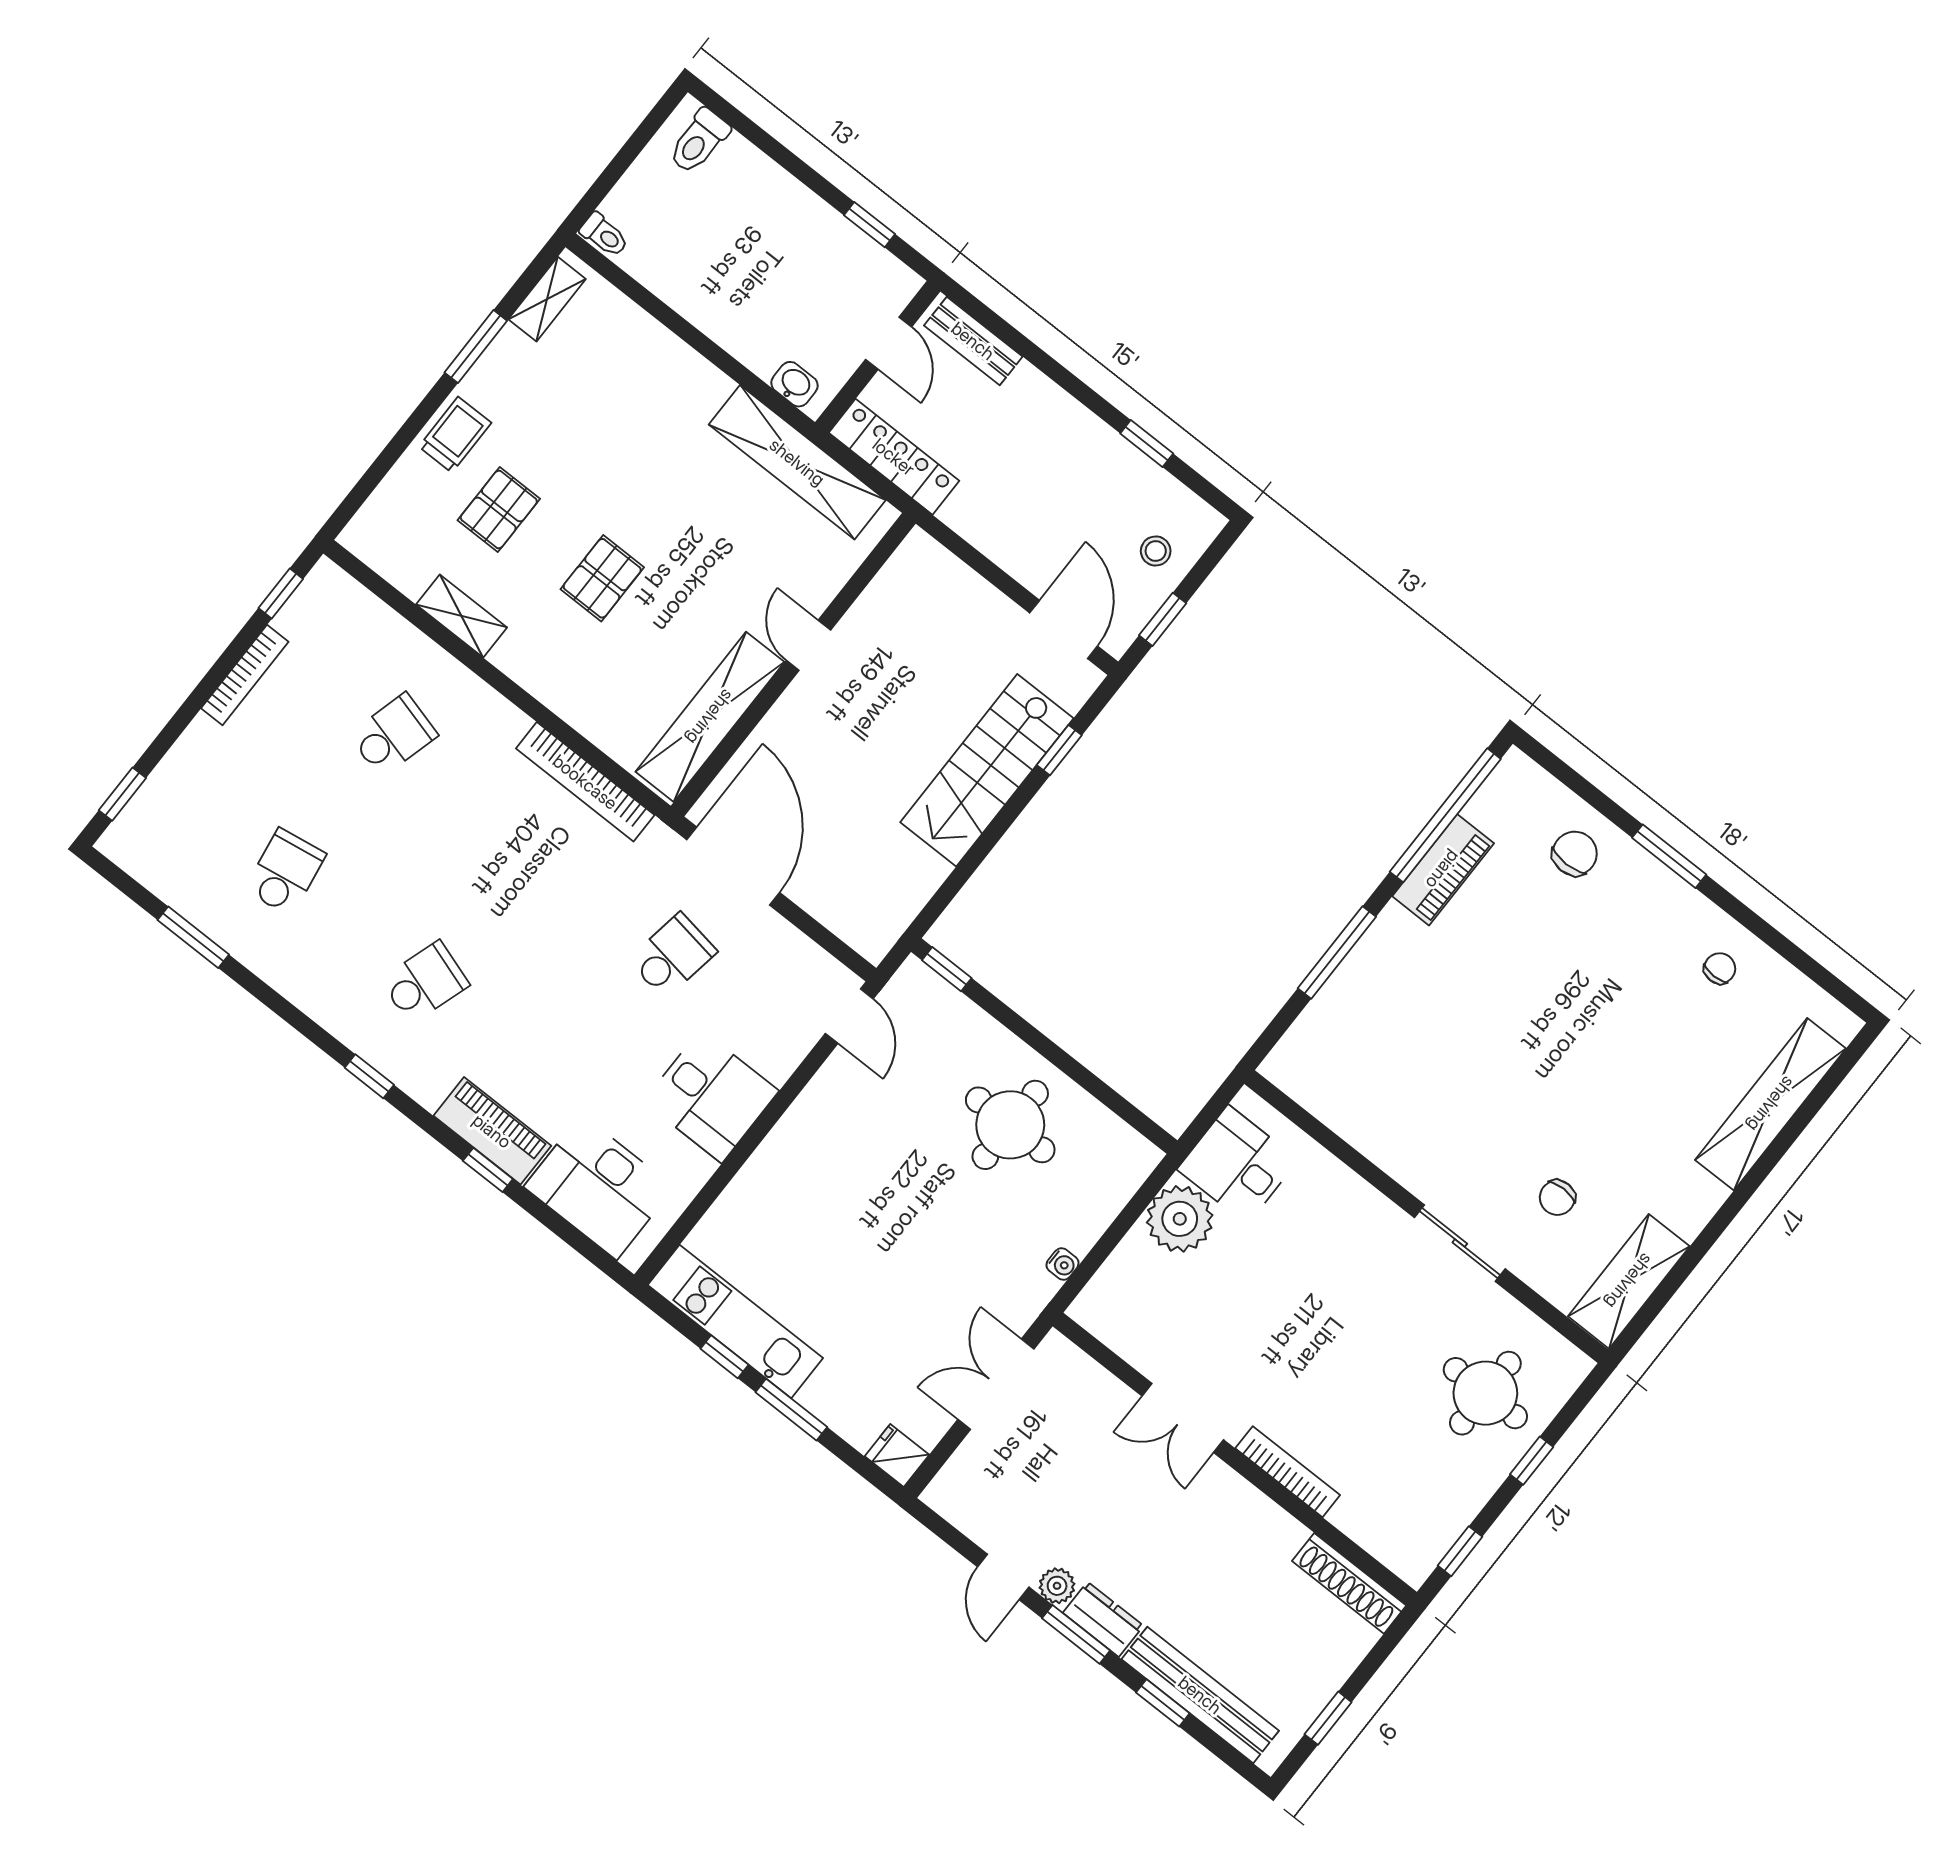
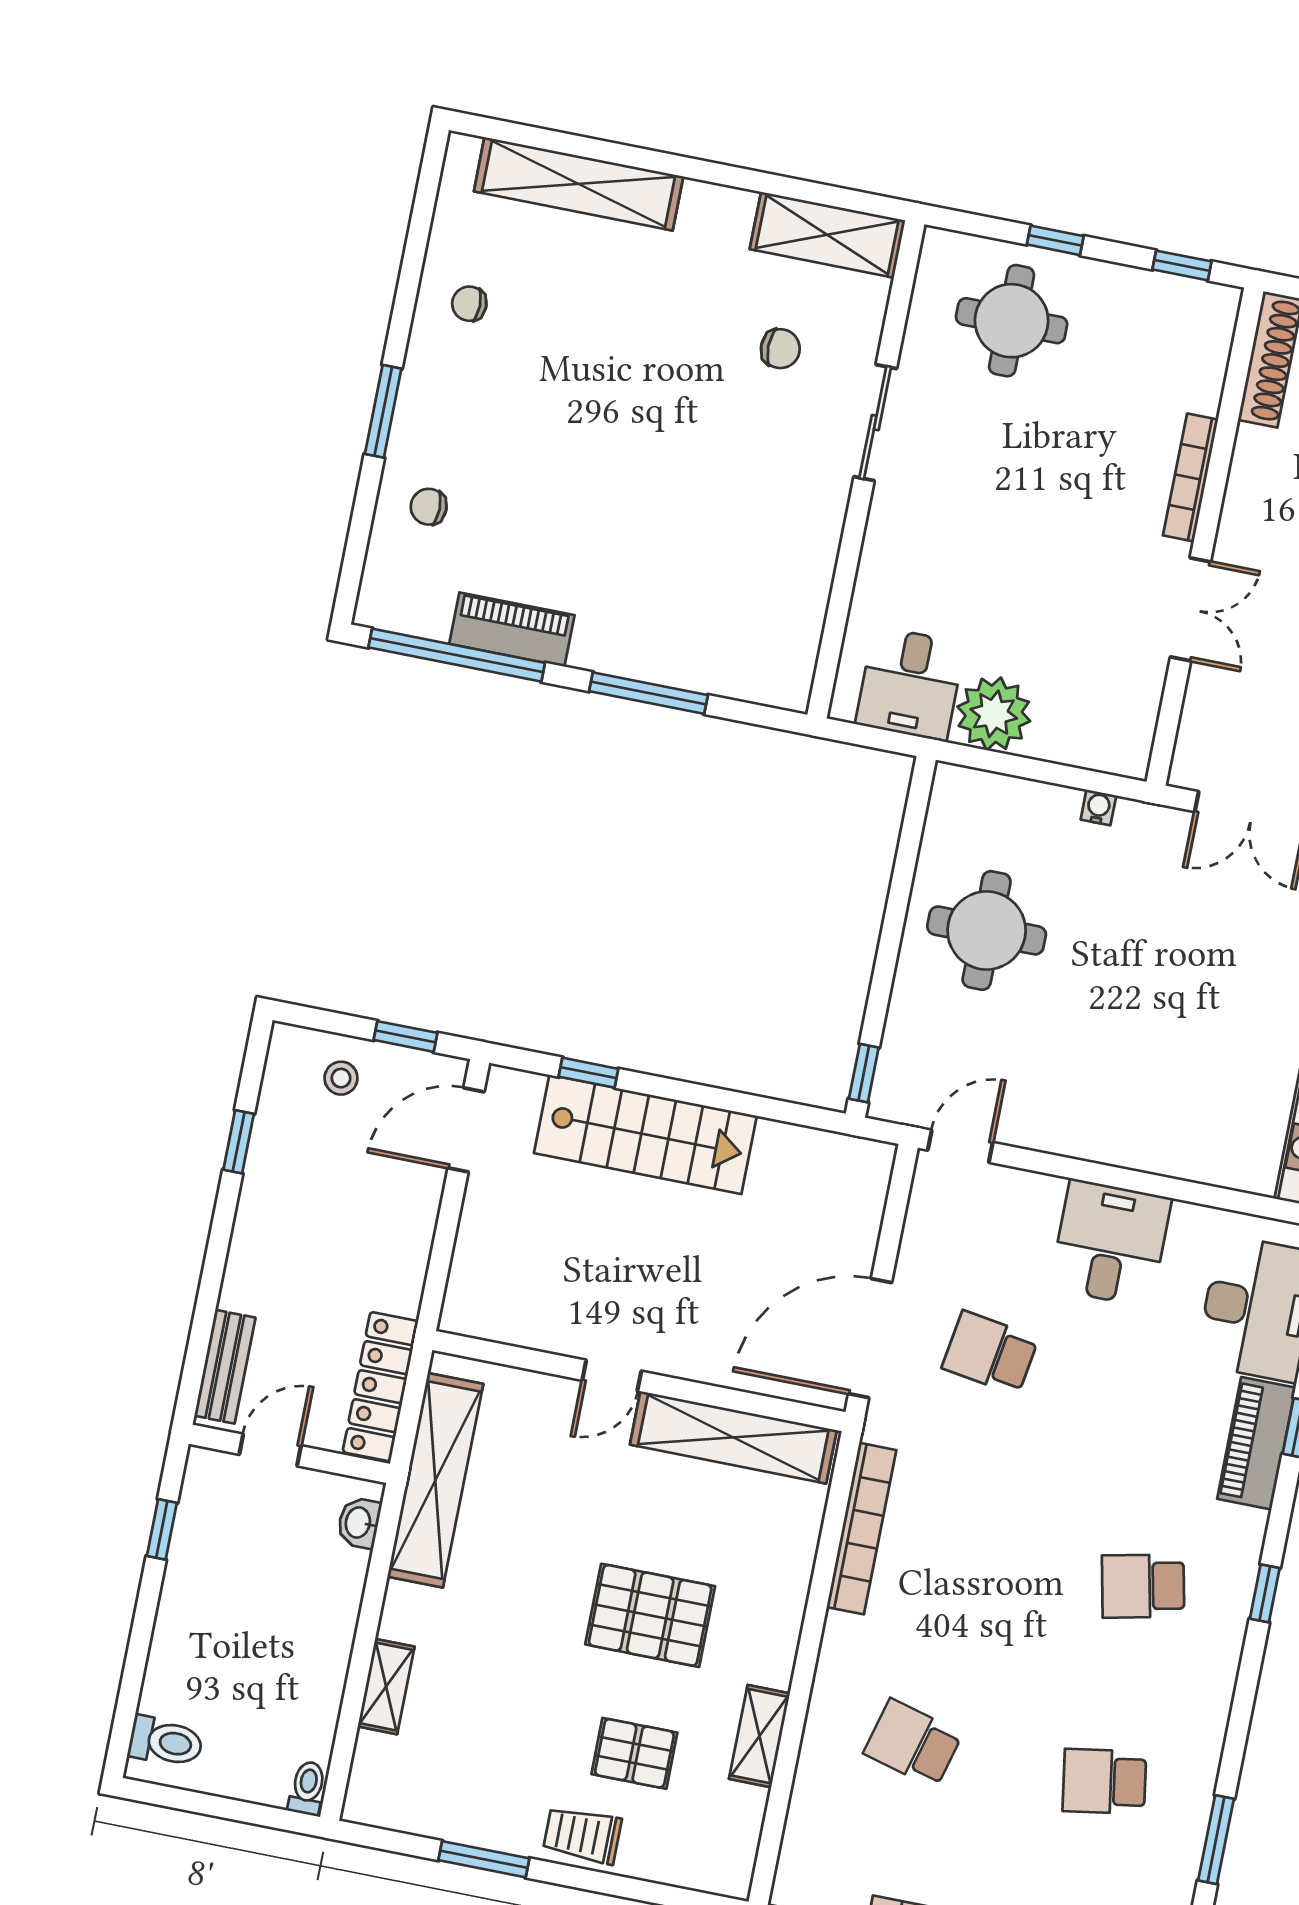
shelving: (547, 299) -> (386, 1687), moved, turned 90
pallet: (602, 578) -> (650, 1615), width x1.50, depth x1.42
chair: (1575, 853) -> (429, 507), width x0.73, depth x0.73
school desk: (425, 982) -> (1143, 1586), turned -30

